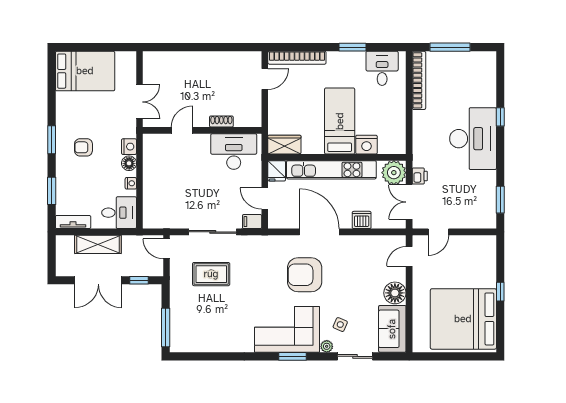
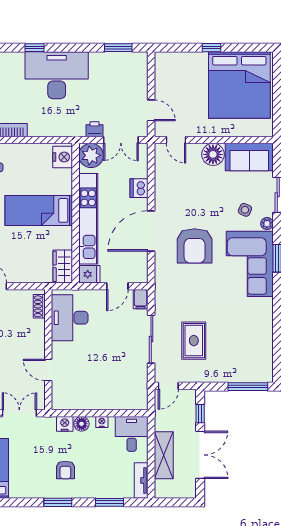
shoe rack: (221, 122) -> (39, 306), moved
nightstand: (366, 145) -> (63, 157), moved

